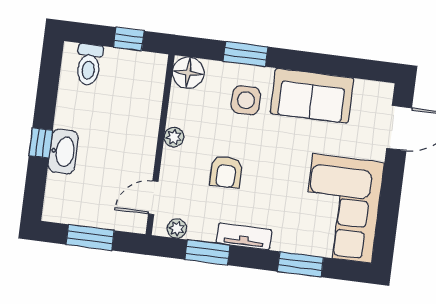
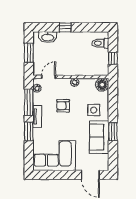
window: (246, 54) -> (113, 132), moved
washbasin: (63, 152) -> (48, 37), moved
door: (153, 198) -> (49, 77), hinge flipped
window: (207, 252) -> (29, 102), width x1.44
window: (301, 264) -> (29, 131), moved

